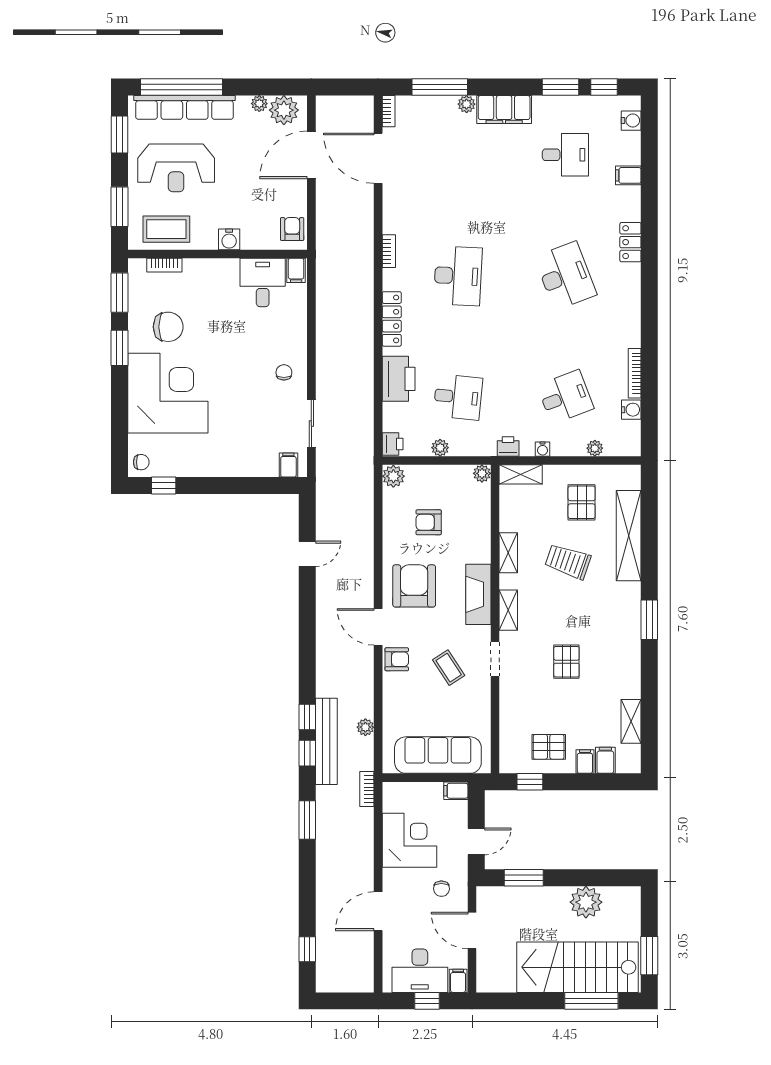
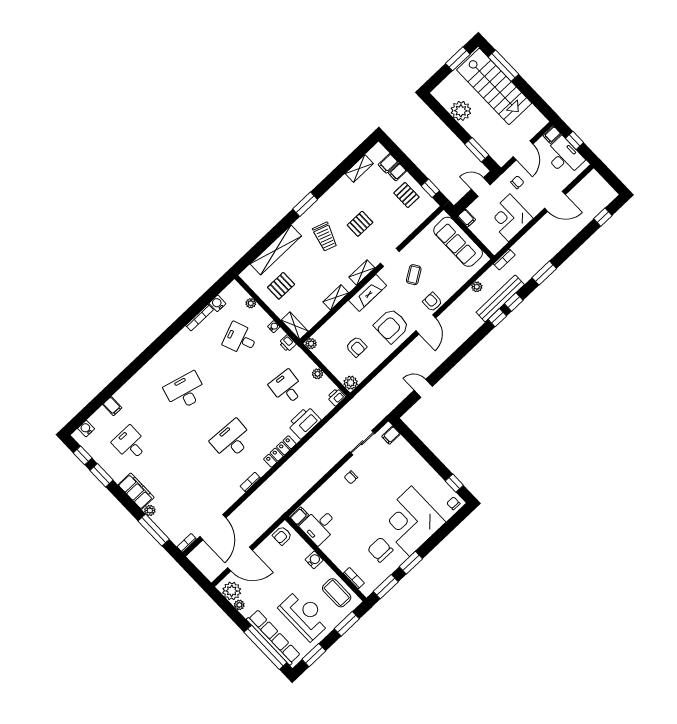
locker: (630, 242) -> (142, 376), removed
desk: (565, 276) -> (185, 391), turned 36
trolley: (568, 561) -> (325, 237), moved

